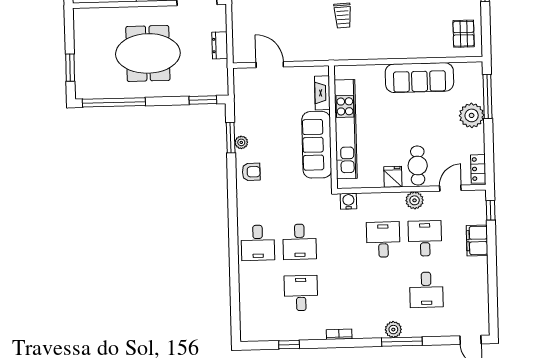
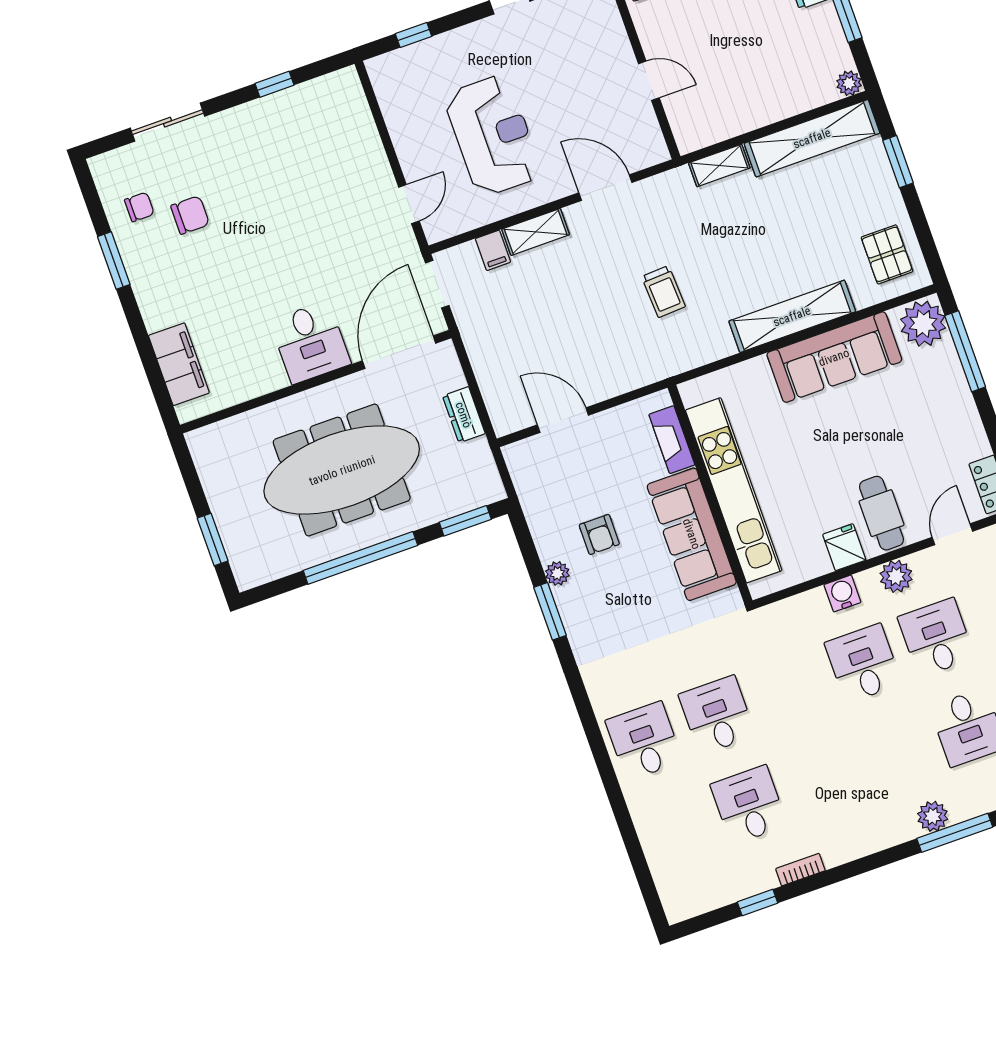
shelving: (405, 50) -> (792, 316), added
meeting table: (148, 53) -> (342, 470), width x1.36
window: (114, 102) -> (360, 558), moved
plant: (472, 115) -> (923, 324), moved
window: (231, 138) -> (550, 611), moved
armchair: (251, 172) -> (599, 534), moved, turned 90
water cooler: (348, 201) -> (842, 593), moved
desk: (300, 242) -> (717, 715), turned 180
desk: (258, 243) -> (644, 741), turned 180
bookcase: (339, 334) -> (800, 870), moved

